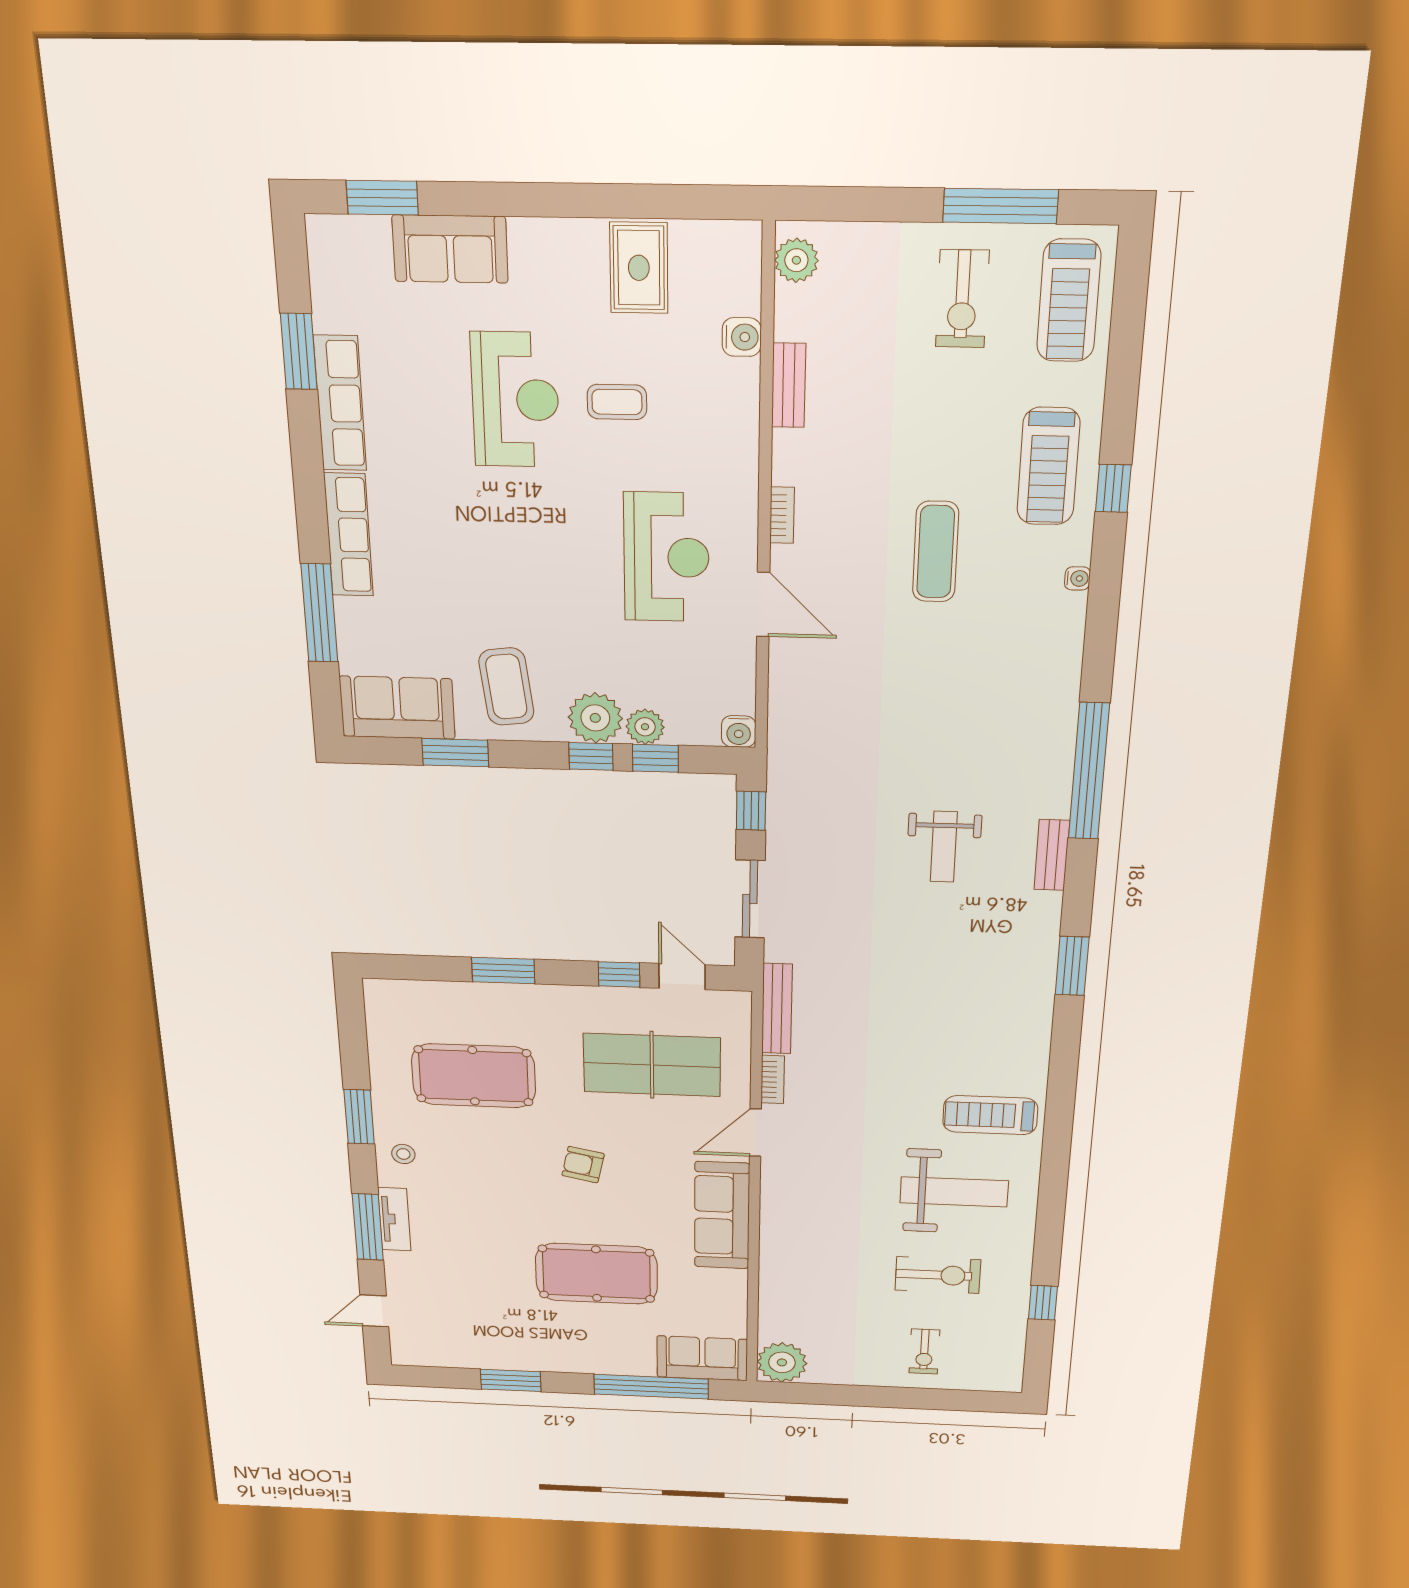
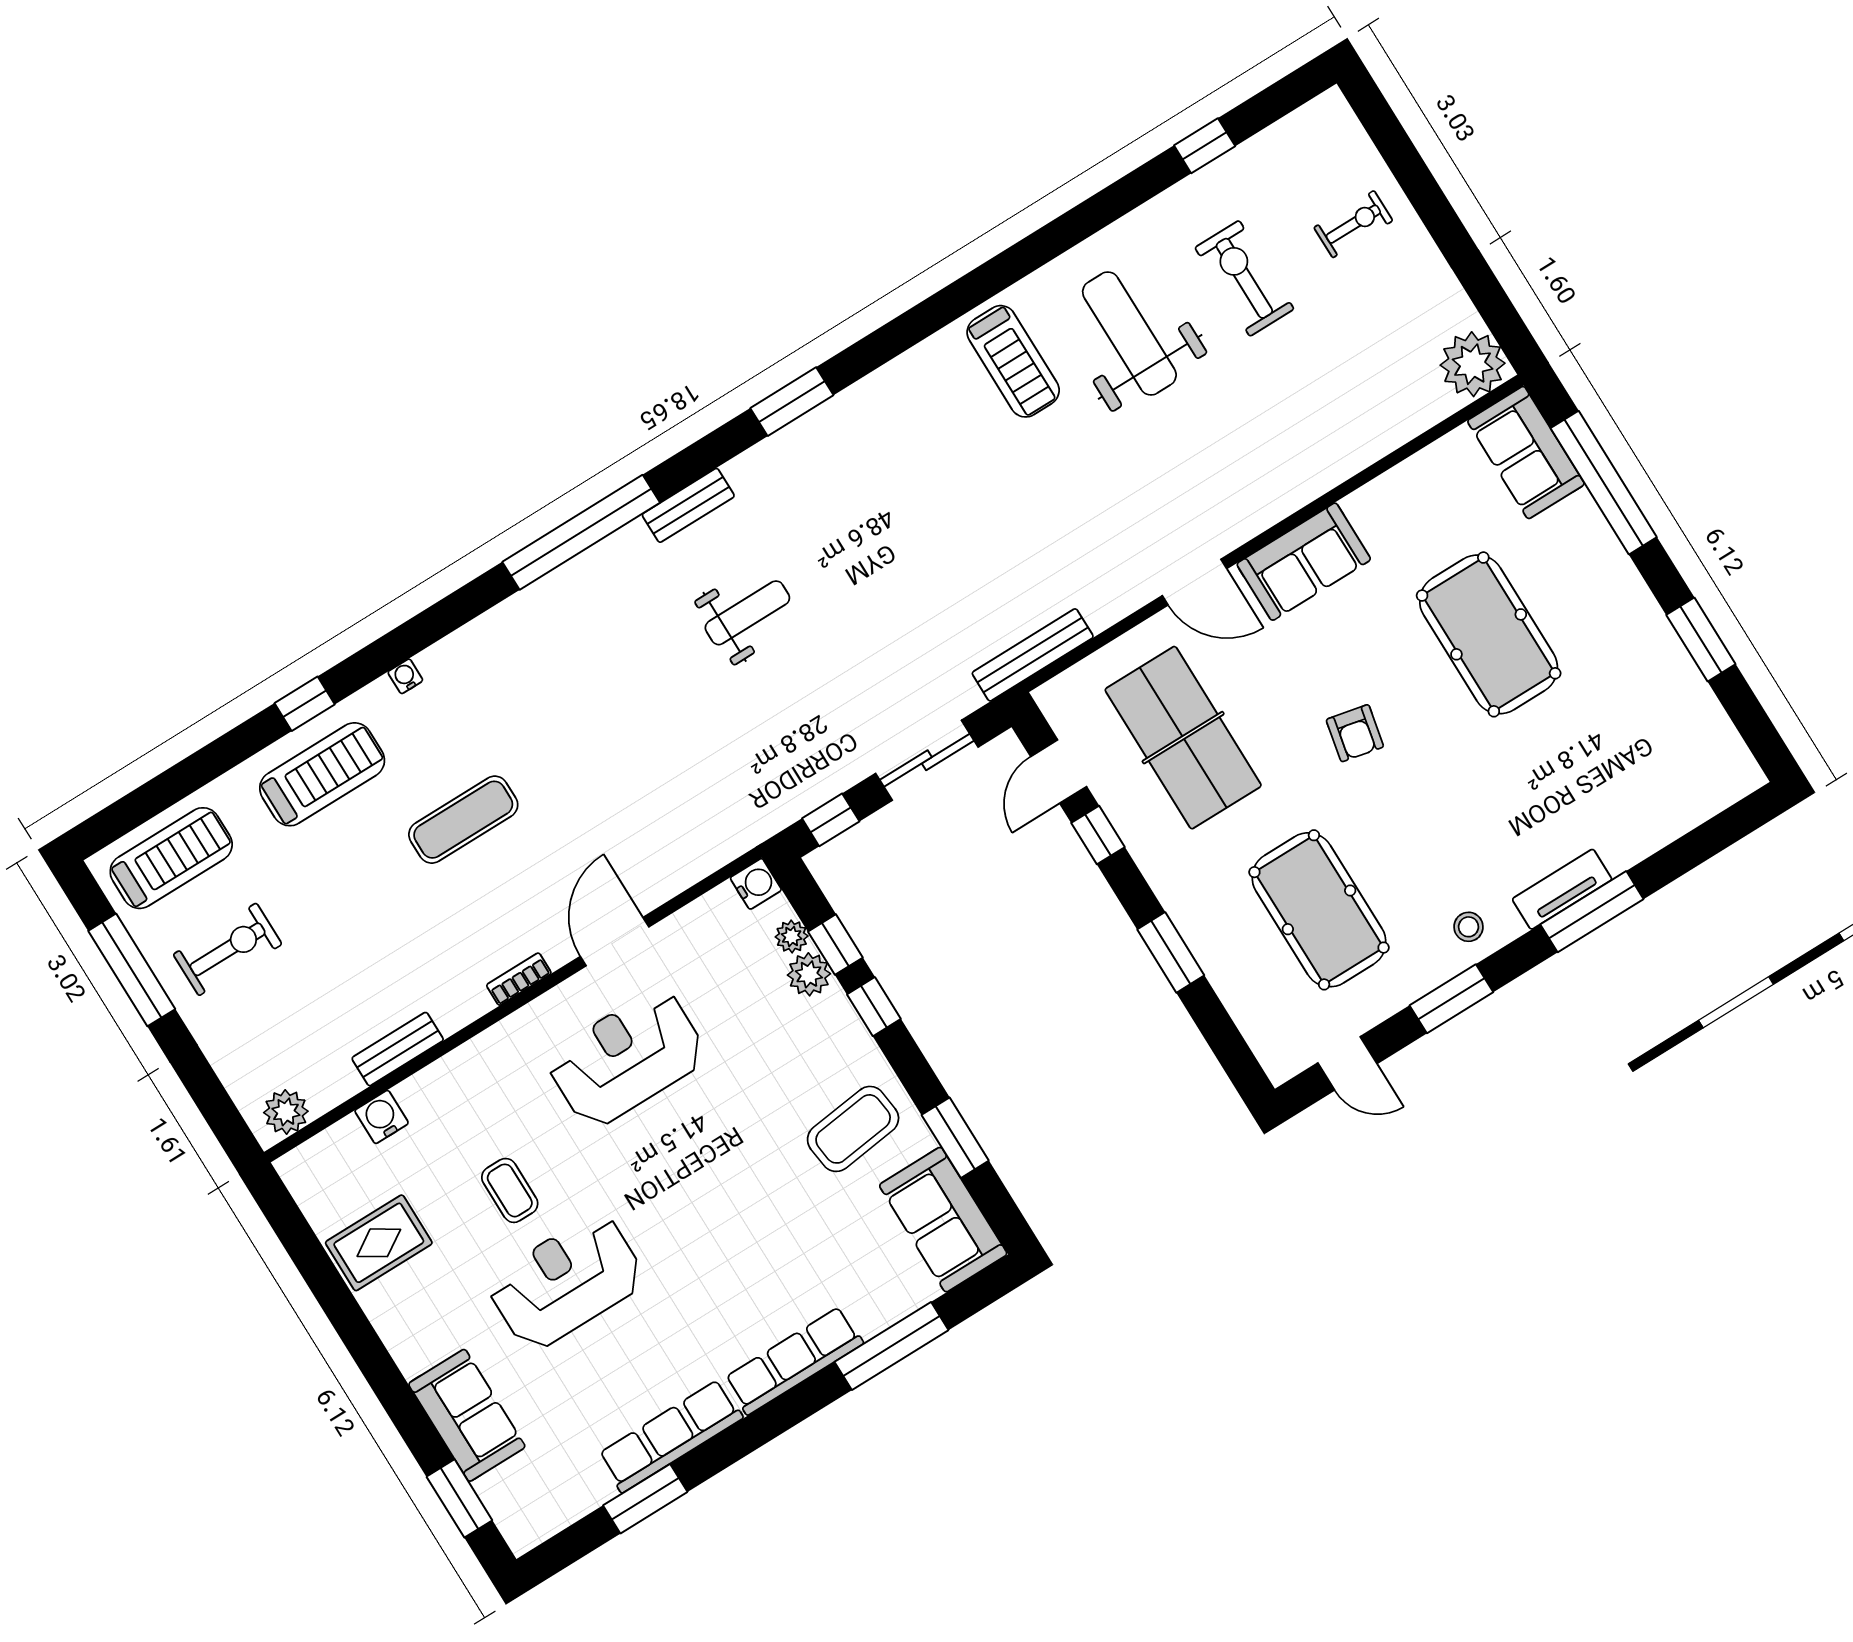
plant: (595, 718) -> (792, 936), moved, width x0.53, depth x0.53
bookcase: (773, 1079) -> (1119, 606), removed
sofa: (722, 1215) -> (1304, 562), width x0.73
door: (374, 1311) -> (1347, 1063), moved

